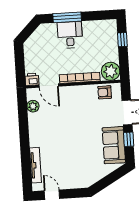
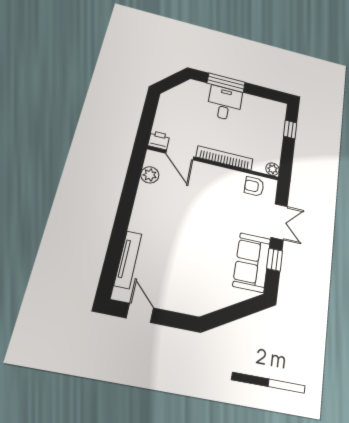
plant: (111, 71) -> (272, 169), width x0.53, depth x0.53

